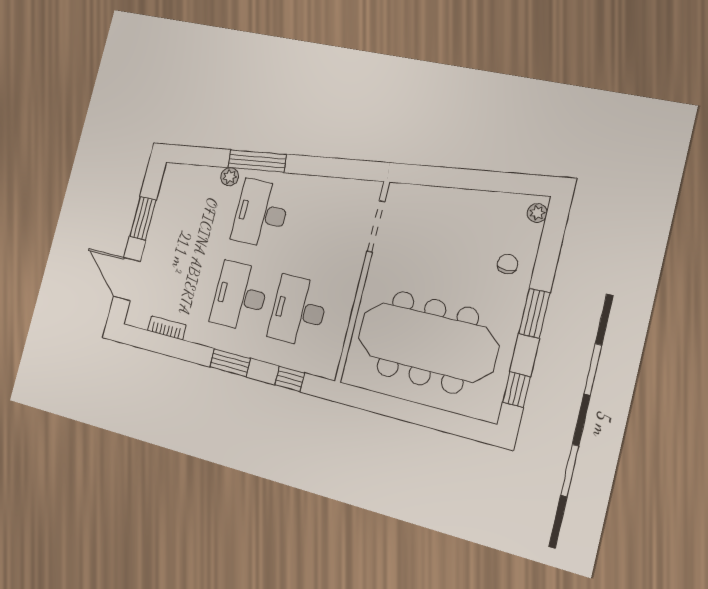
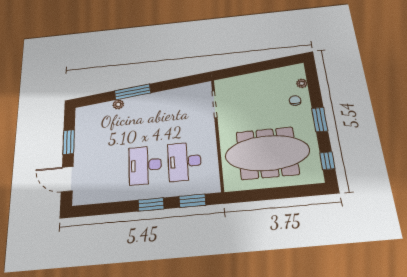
desk: (261, 213) -> (144, 117), removed
plant: (537, 213) -> (302, 83), moved
bookcase: (167, 328) -> (103, 198), removed
window: (290, 379) -> (192, 201), width x1.50

